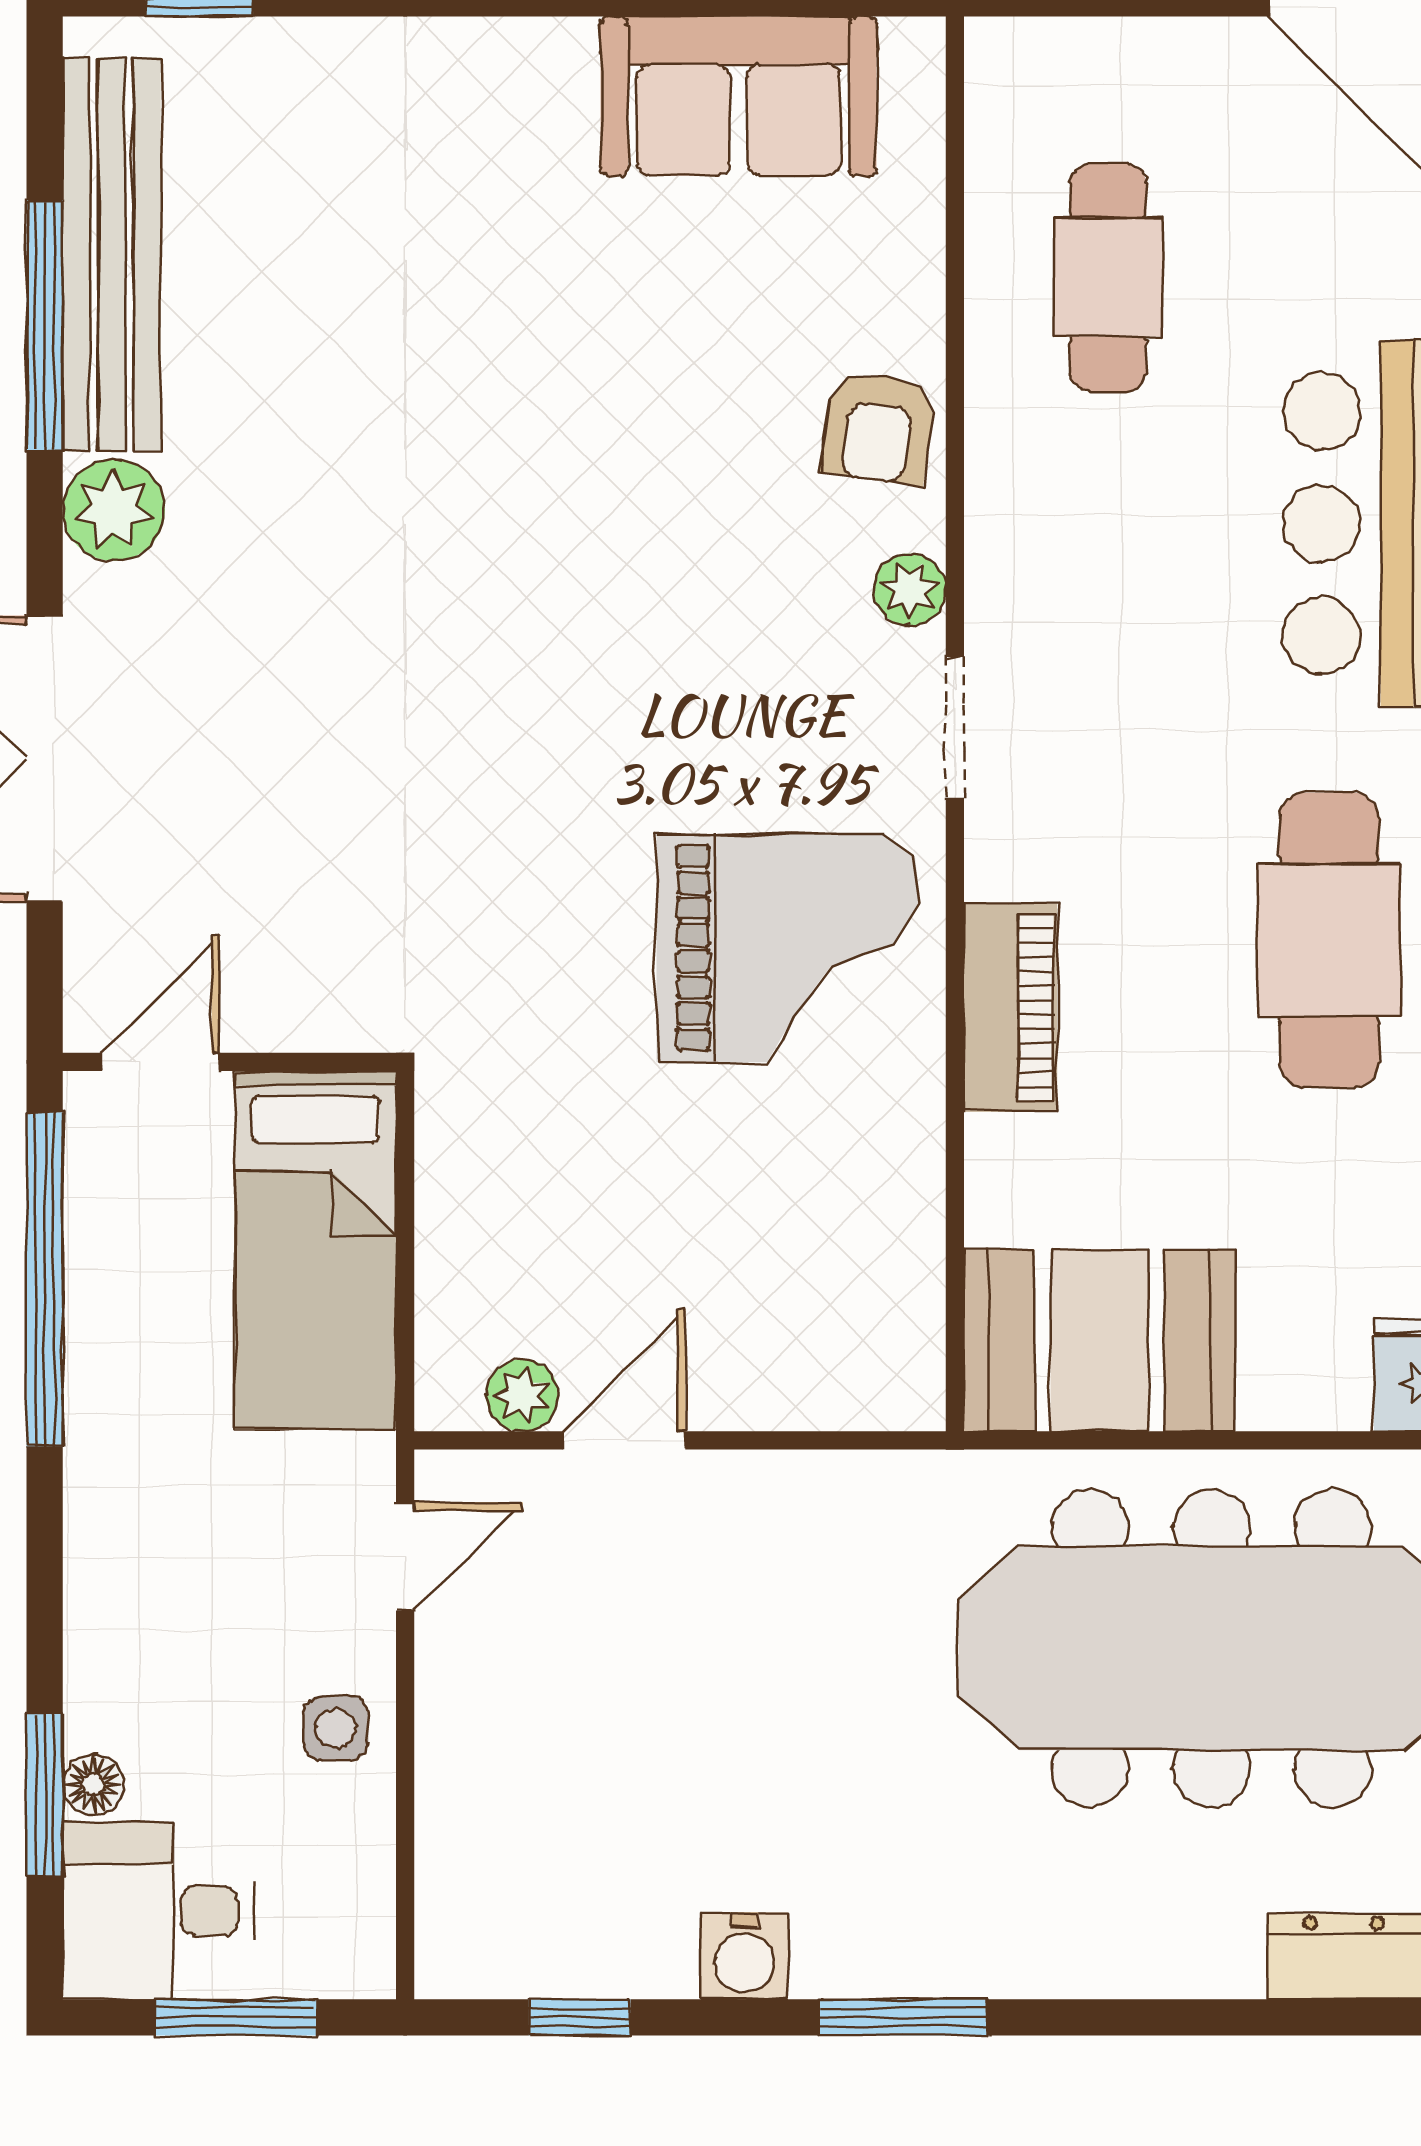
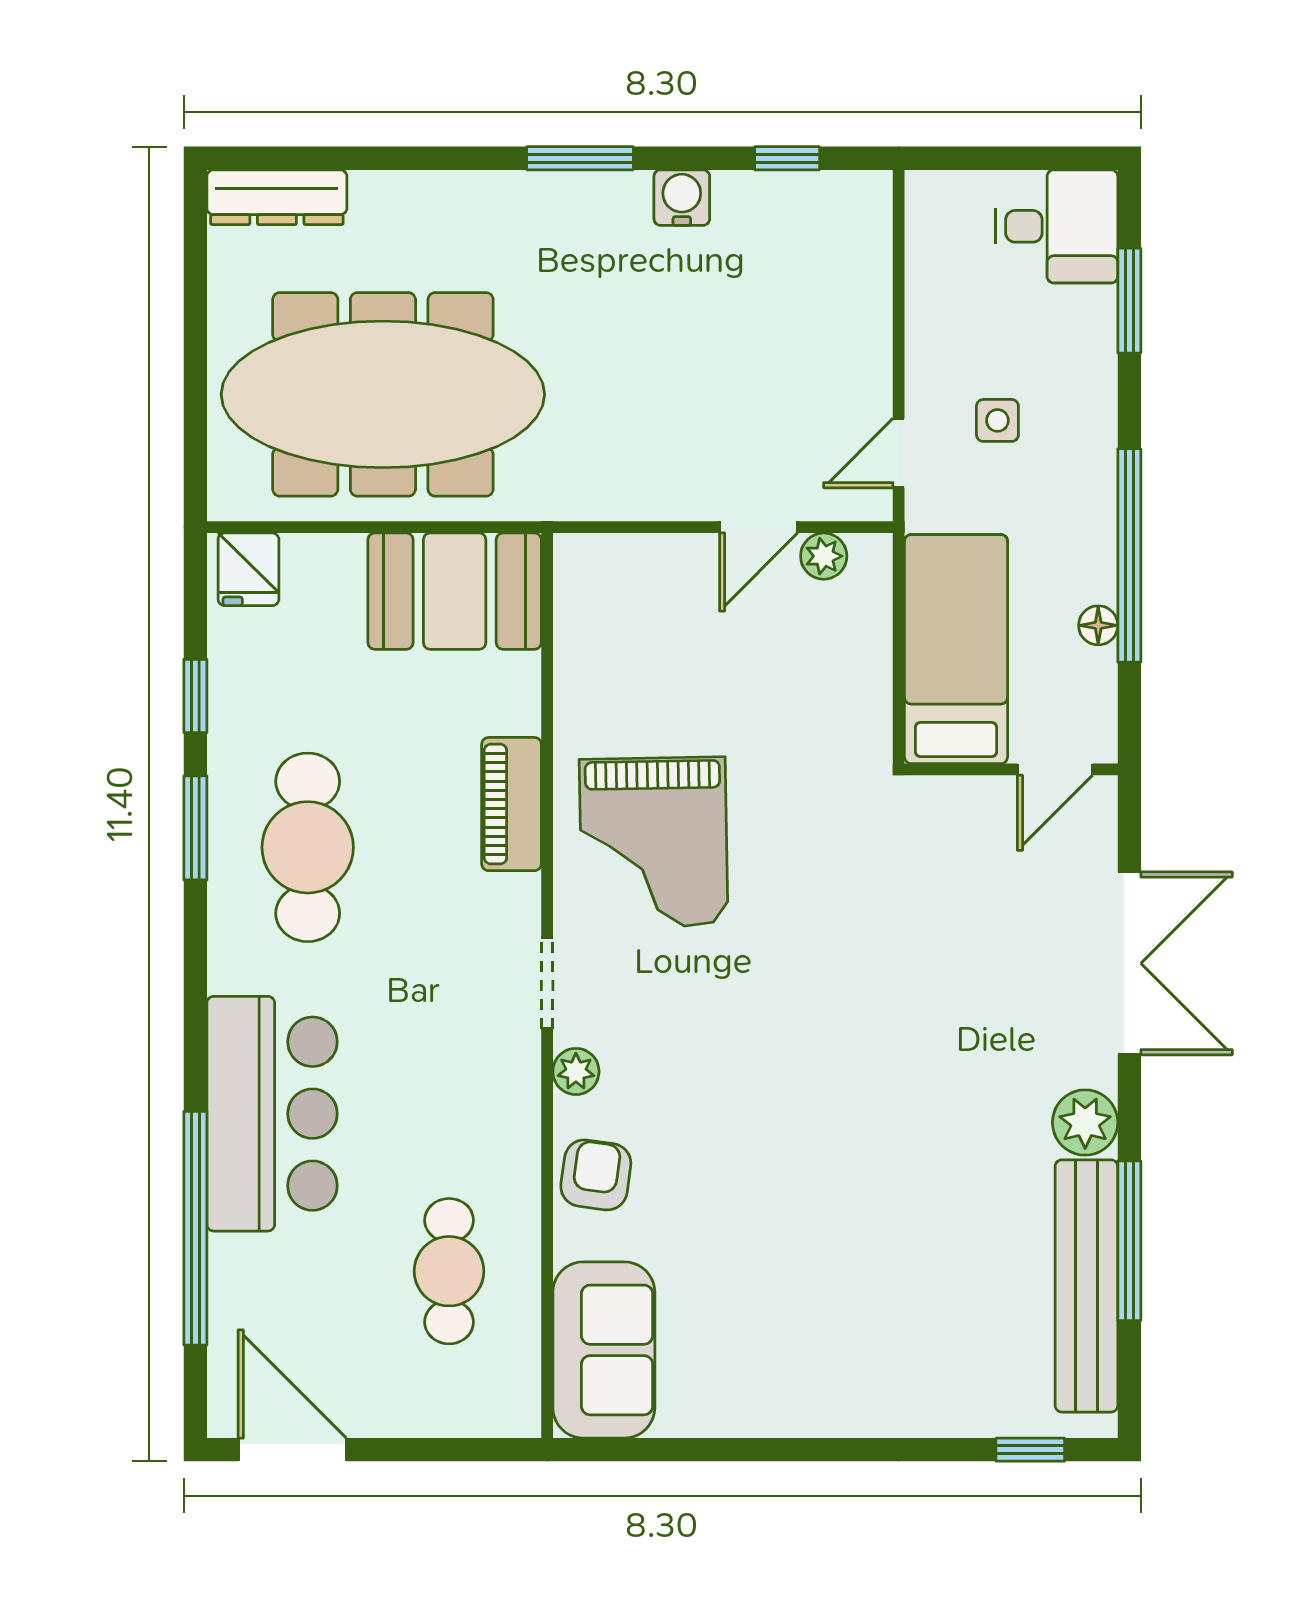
sofa: (738, 96) -> (604, 1350), moved, turned 90
grand piano: (788, 948) -> (654, 842), turned -91
window: (45, 1279) -> (1129, 555), moved
side table: (336, 1728) -> (997, 420), moved
floor lamp: (93, 1785) -> (1098, 625), moved
window: (236, 2017) -> (1007, 158), removed

